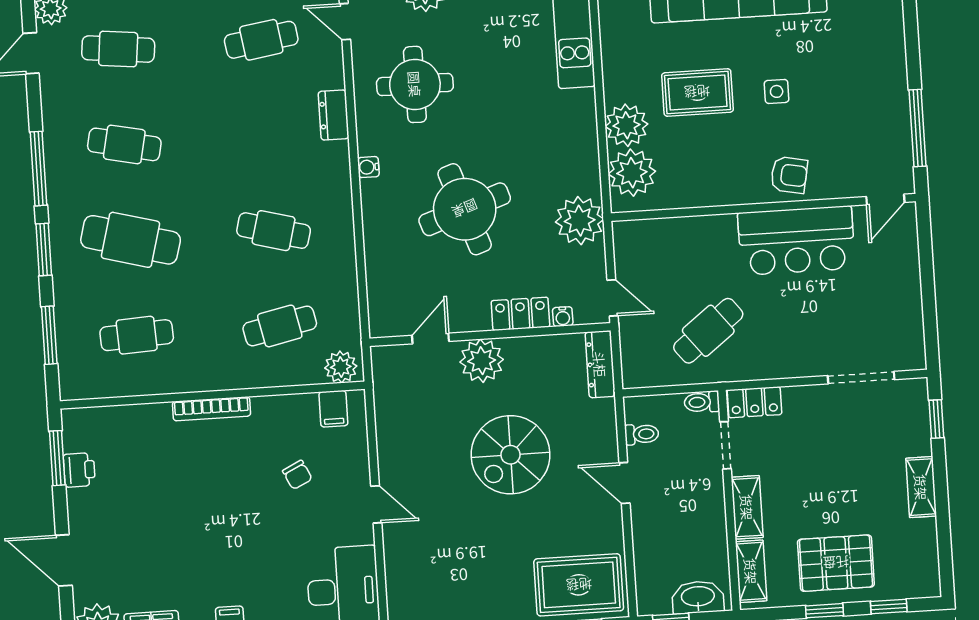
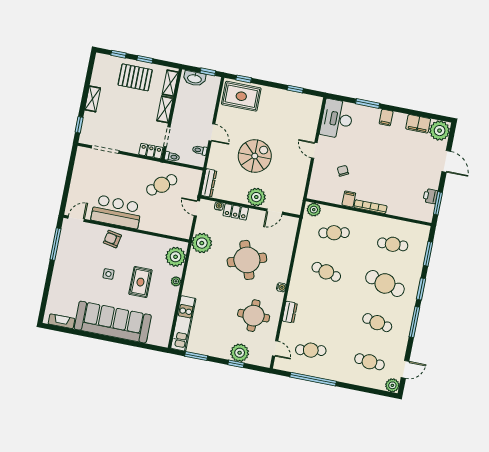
rug: (697, 92) -> (140, 282), turned 90
plant: (626, 125) -> (176, 281), width x0.53, depth x0.53
filing cabinet: (333, 409) -> (349, 199), moved

